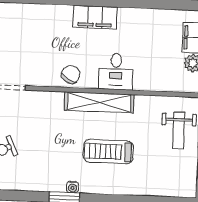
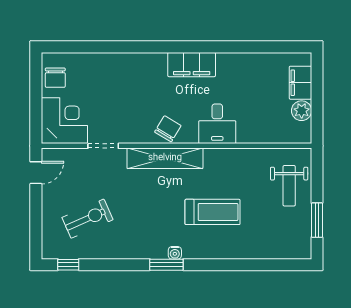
shelving: (99, 102) -> (165, 158), moved
treadmill: (108, 152) -> (213, 212), turned 180

